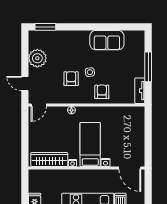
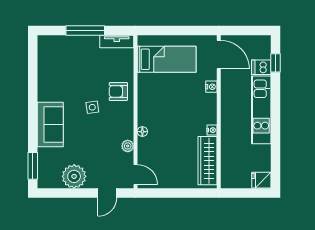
sofa: (107, 40) -> (50, 125), moved
armchair: (71, 79) -> (101, 132), removed
plant: (60, 99) -> (128, 146), added
bed: (90, 144) -> (167, 59), moved, turned 180
door: (130, 168) -> (219, 55), hinge flipped

